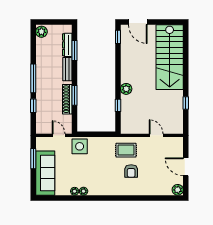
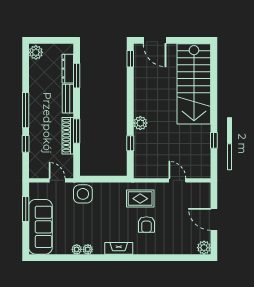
fireplace: (109, 190) -> (119, 248), added

